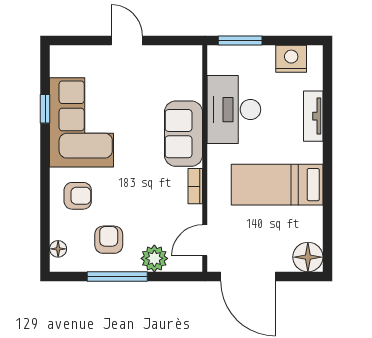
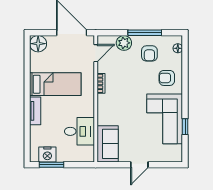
door: (127, 40) -> (139, 165), hinge flipped
window: (240, 40) -> (52, 165), moved
desk: (234, 110) -> (79, 131), width x0.73
tv unit: (313, 116) -> (35, 111), moved
sofa: (183, 134) -> (108, 144), moved

